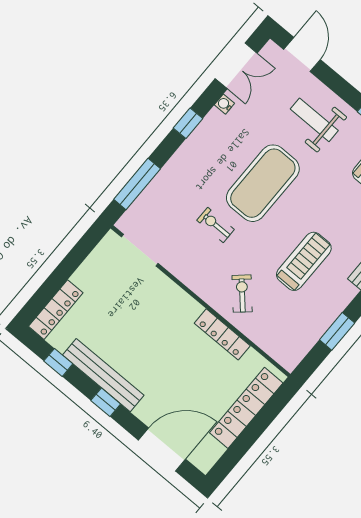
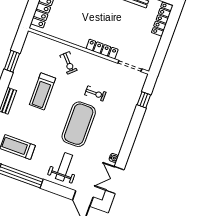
weight bench: (314, 120) -> (64, 167), turned -90
window: (188, 123) -> (129, 141), removed
window: (137, 184) -> (144, 100), width x0.46
locker: (222, 334) -> (102, 49), moved

